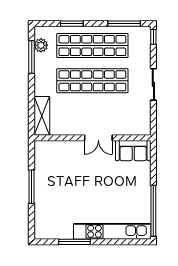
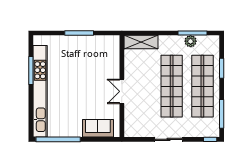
plant: (41, 45) -> (191, 41), moved
sofa: (133, 151) -> (98, 128), moved, turned 90
kitchen unit: (112, 231) -> (40, 91), width x1.36

